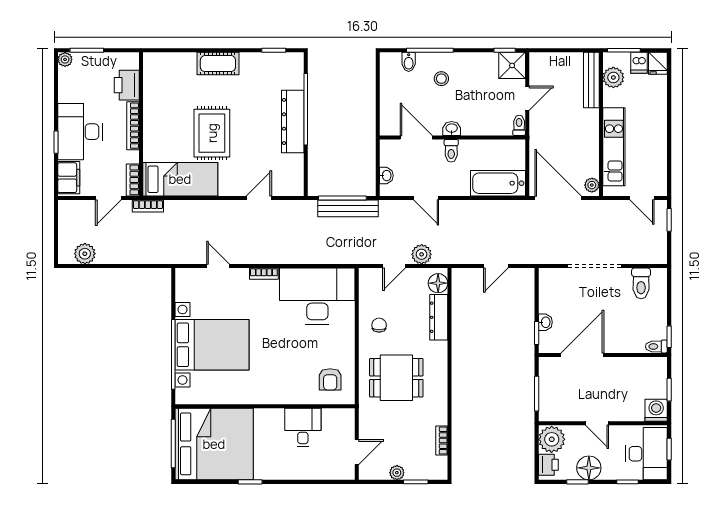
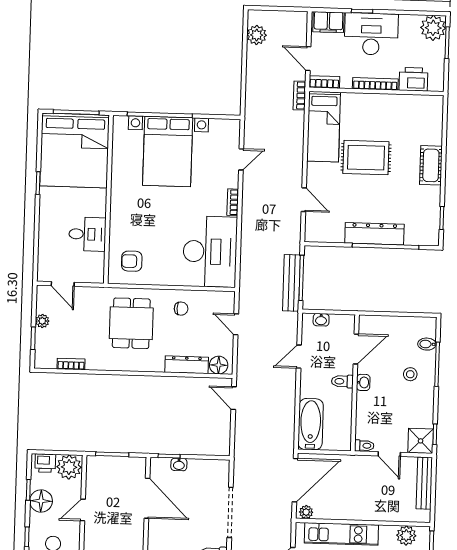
plant: (65, 59) -> (433, 28), width x1.88, depth x1.88
bench: (591, 80) -> (424, 483), moved, turned 90
plant: (422, 254) -> (246, 350), removed
door: (496, 266) -> (234, 398), moved

